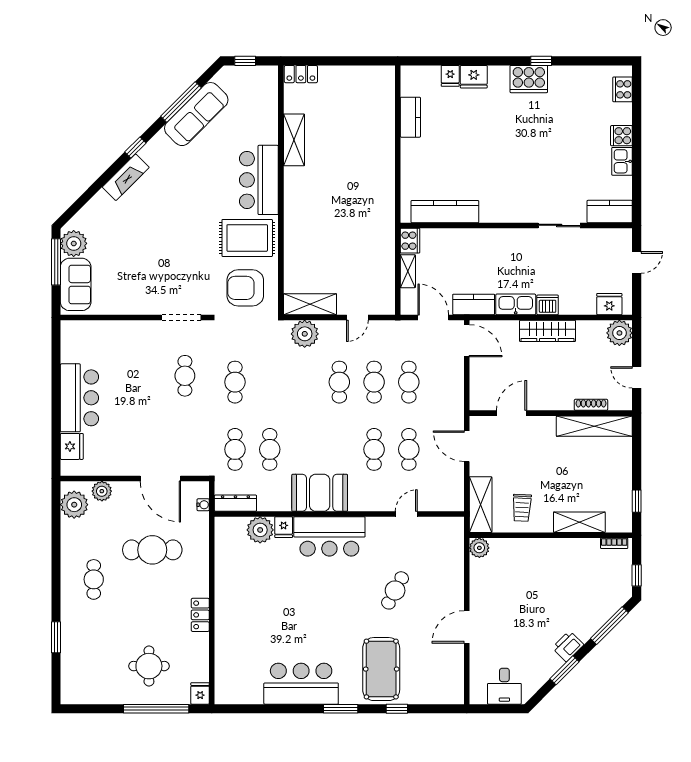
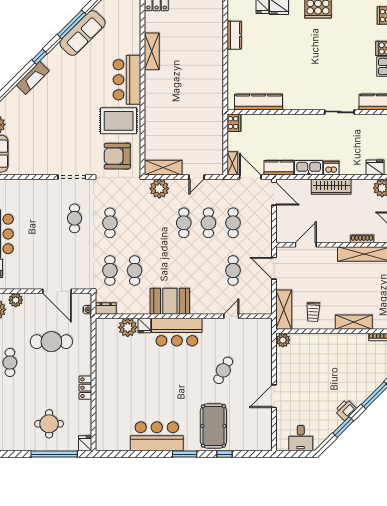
shelving: (408, 271) -> (232, 163), moved
cafe table: (374, 449) -> (208, 270), removed
dresser: (235, 503) -> (106, 309), width x0.70

